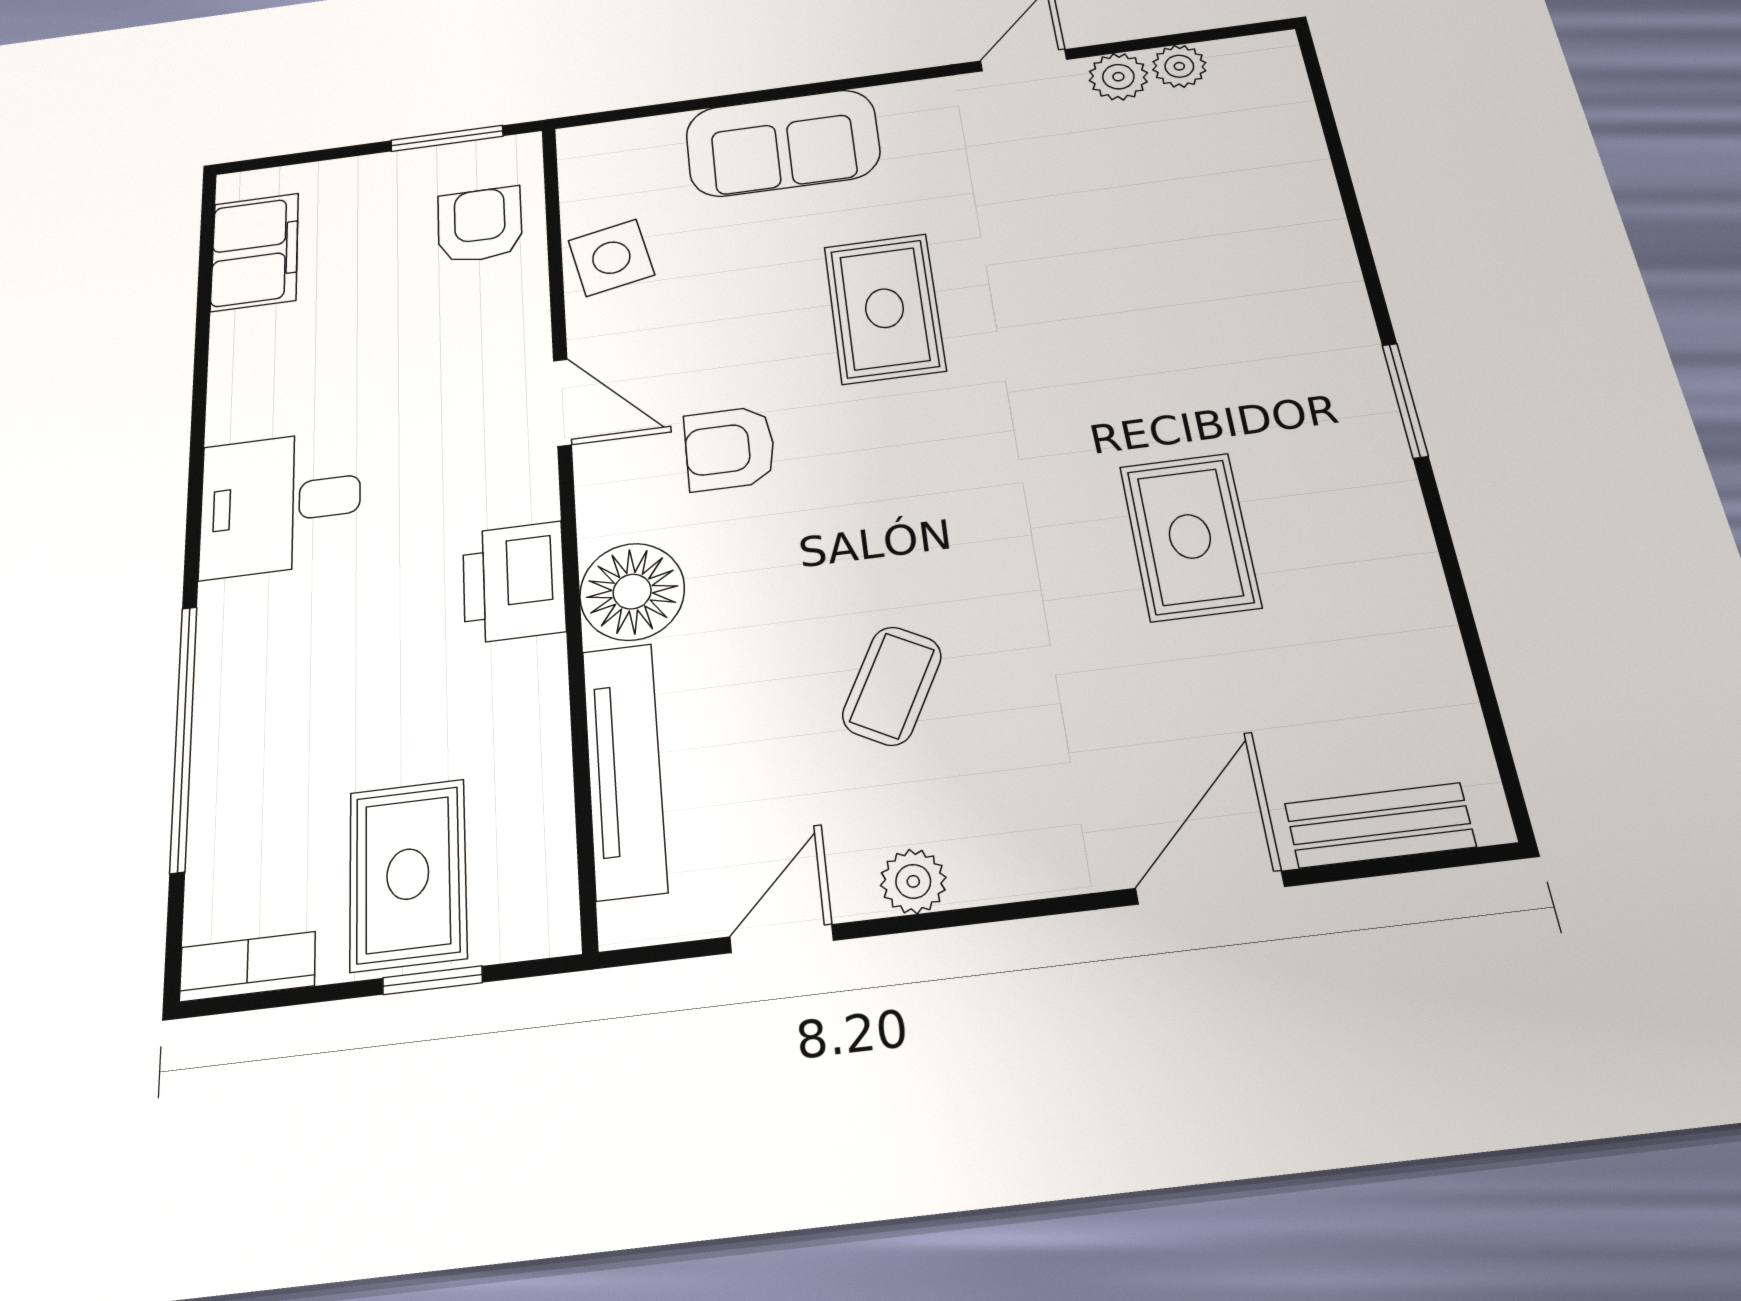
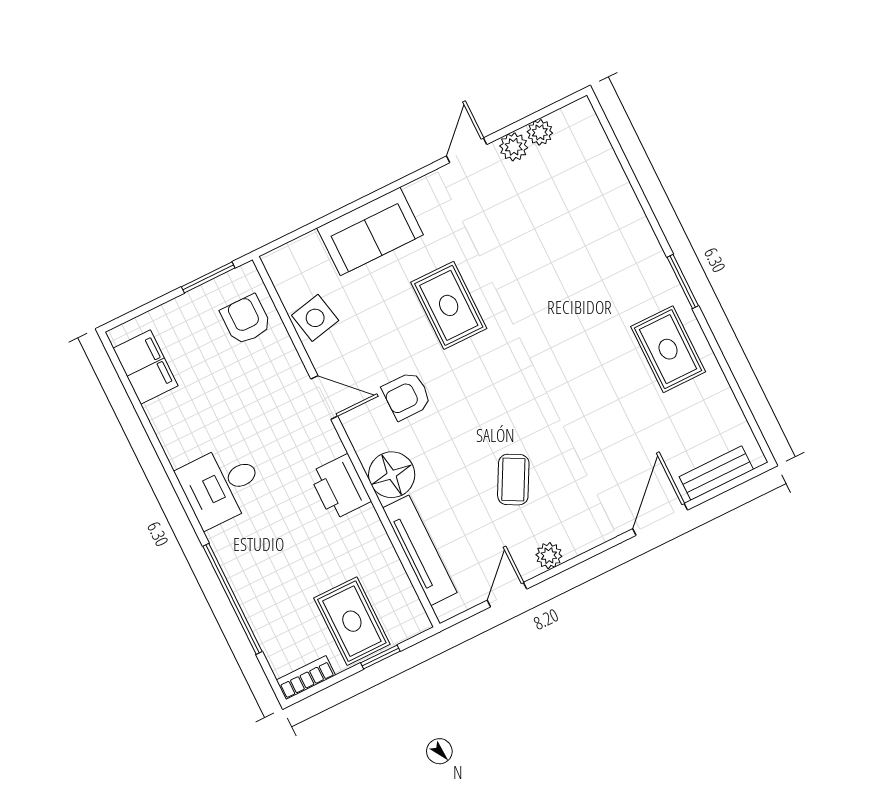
rug: (1190, 536) -> (668, 349), moved

